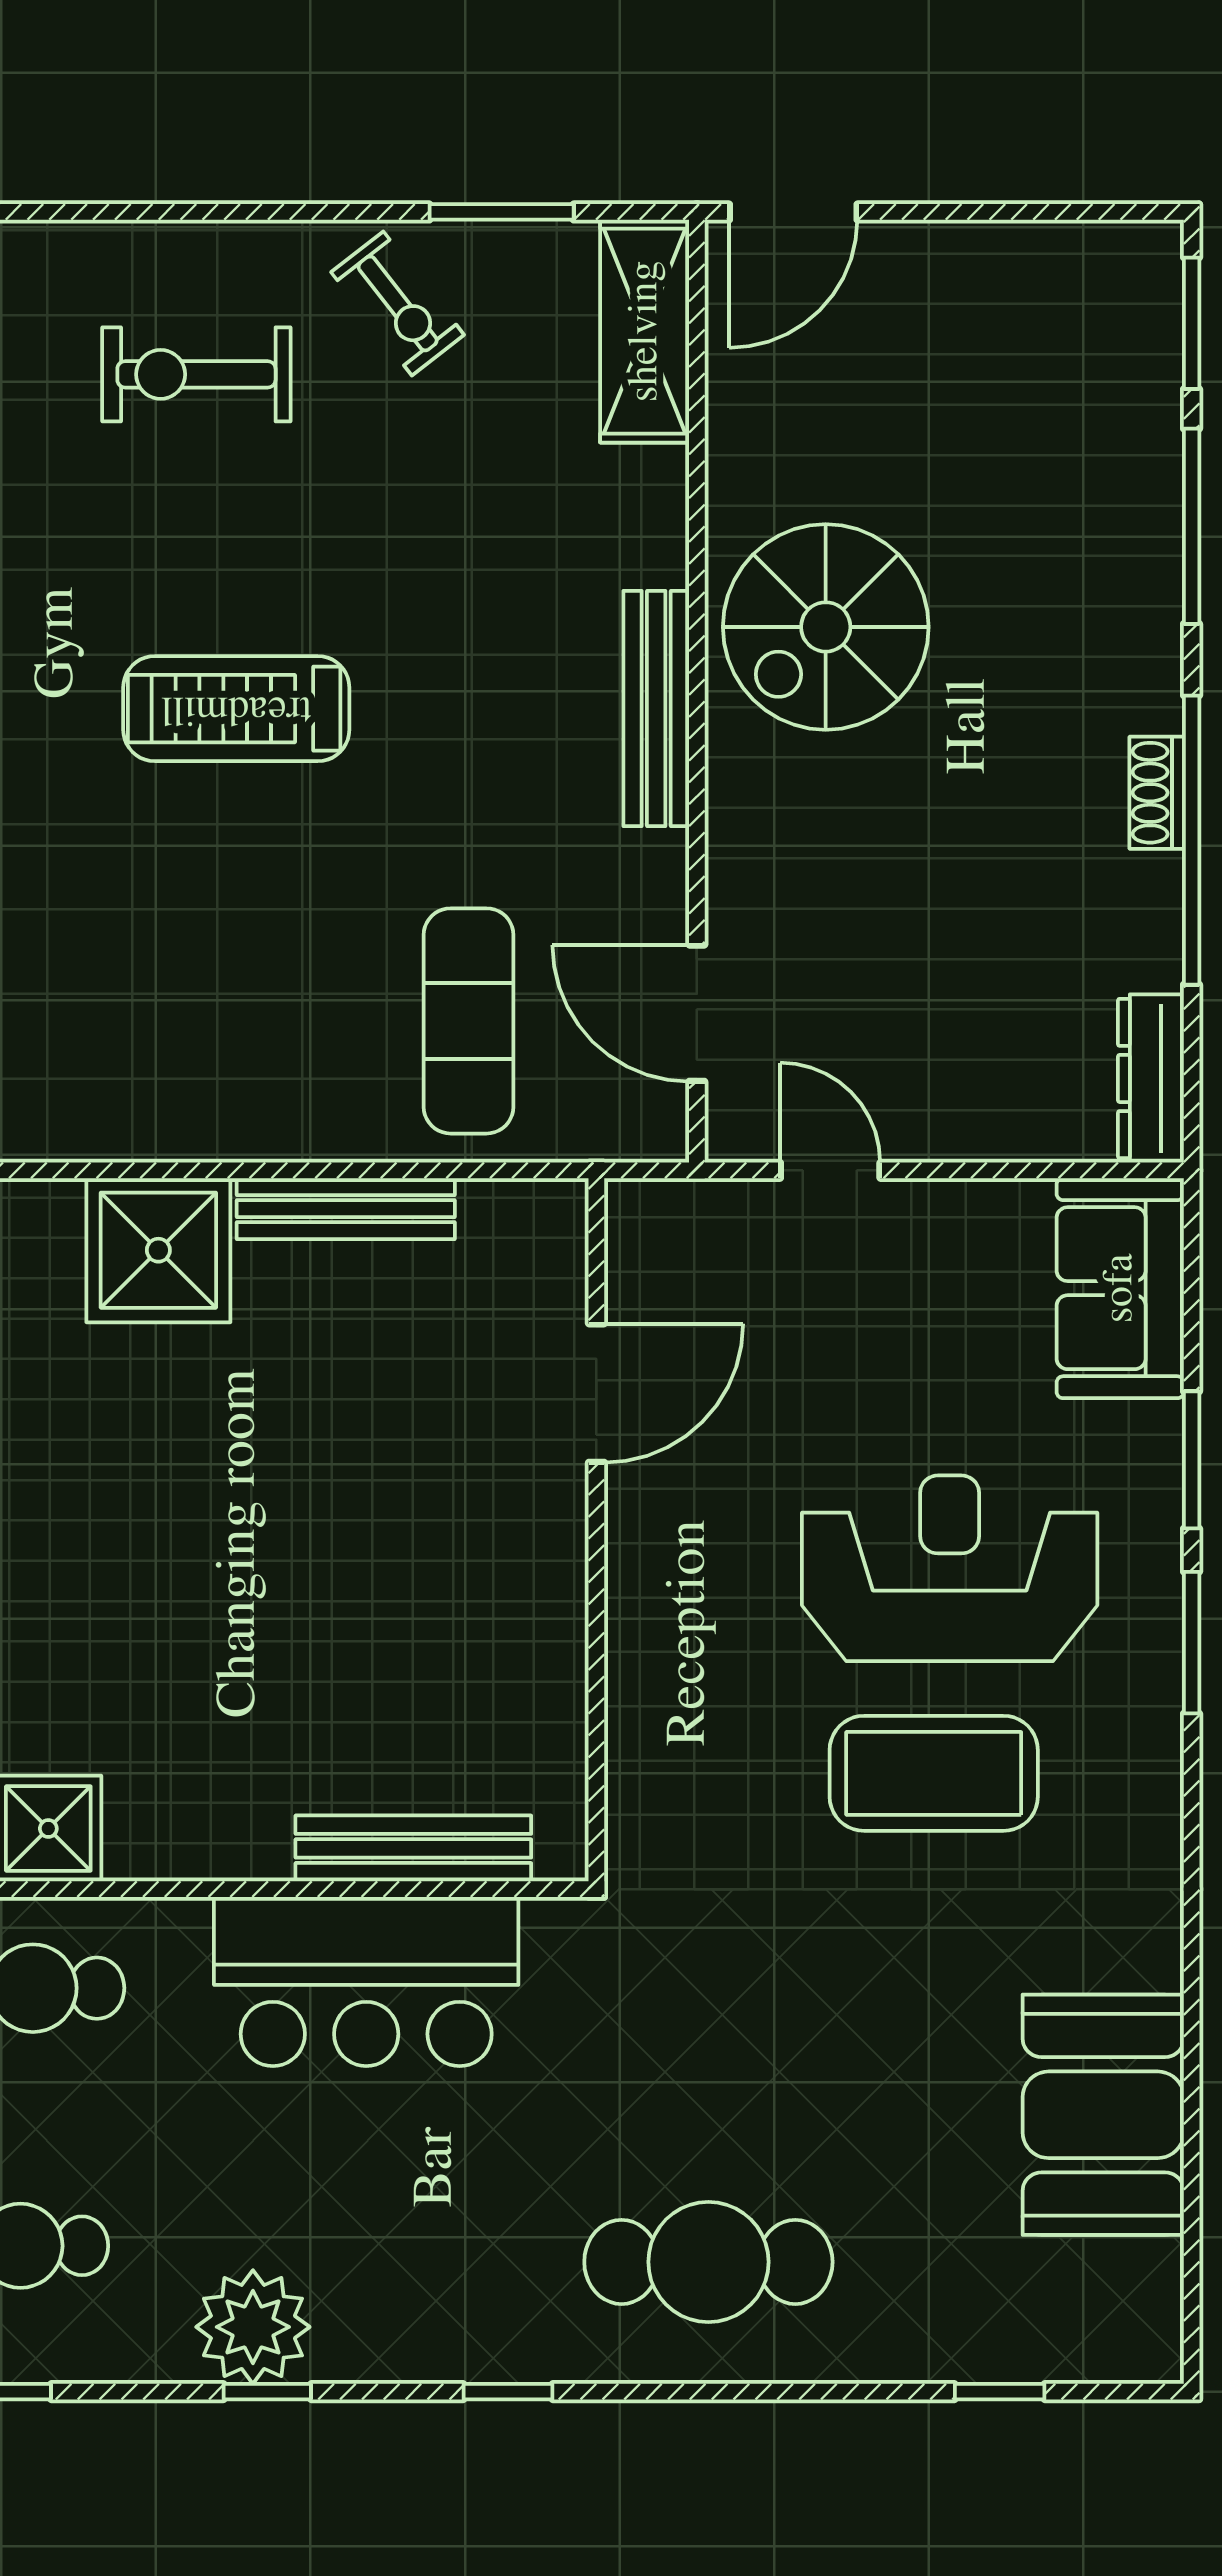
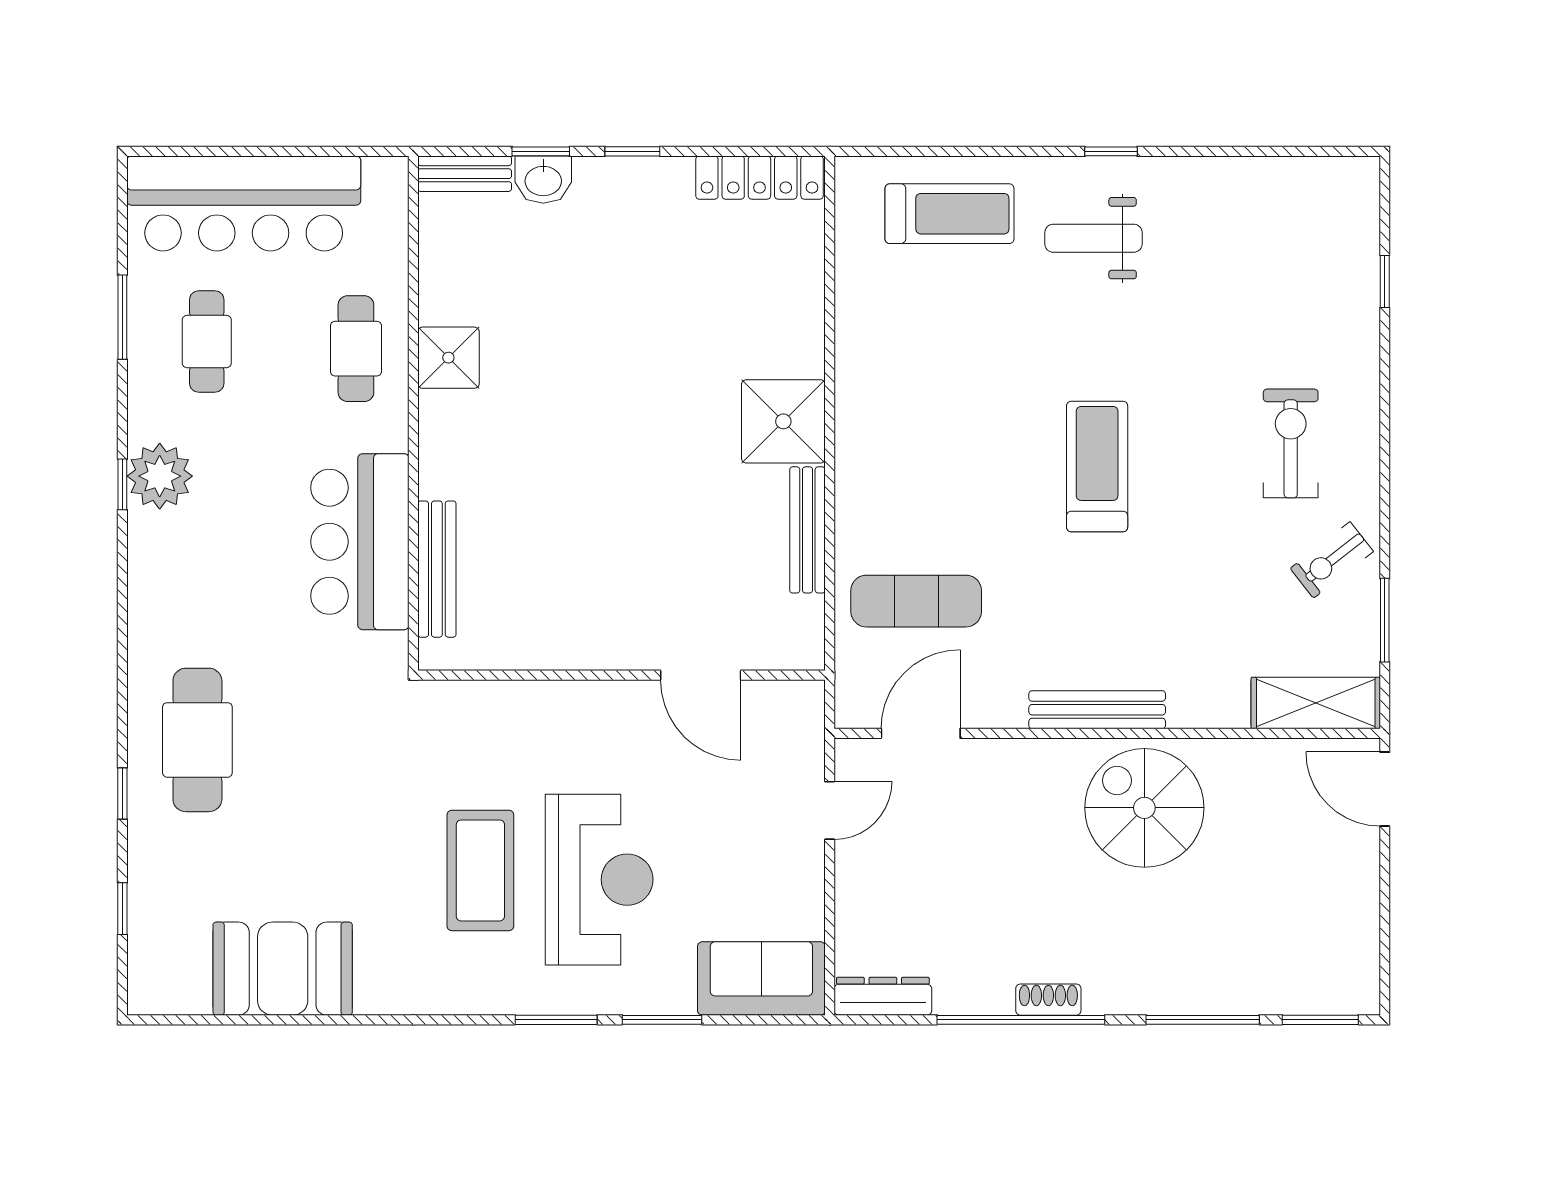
window: (508, 2392) -> (122, 794), moved

